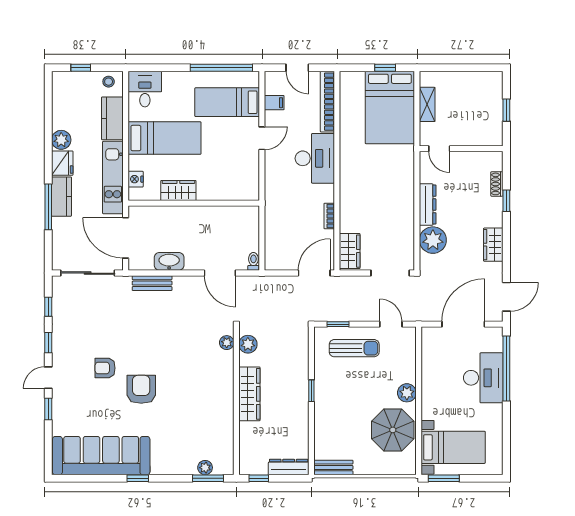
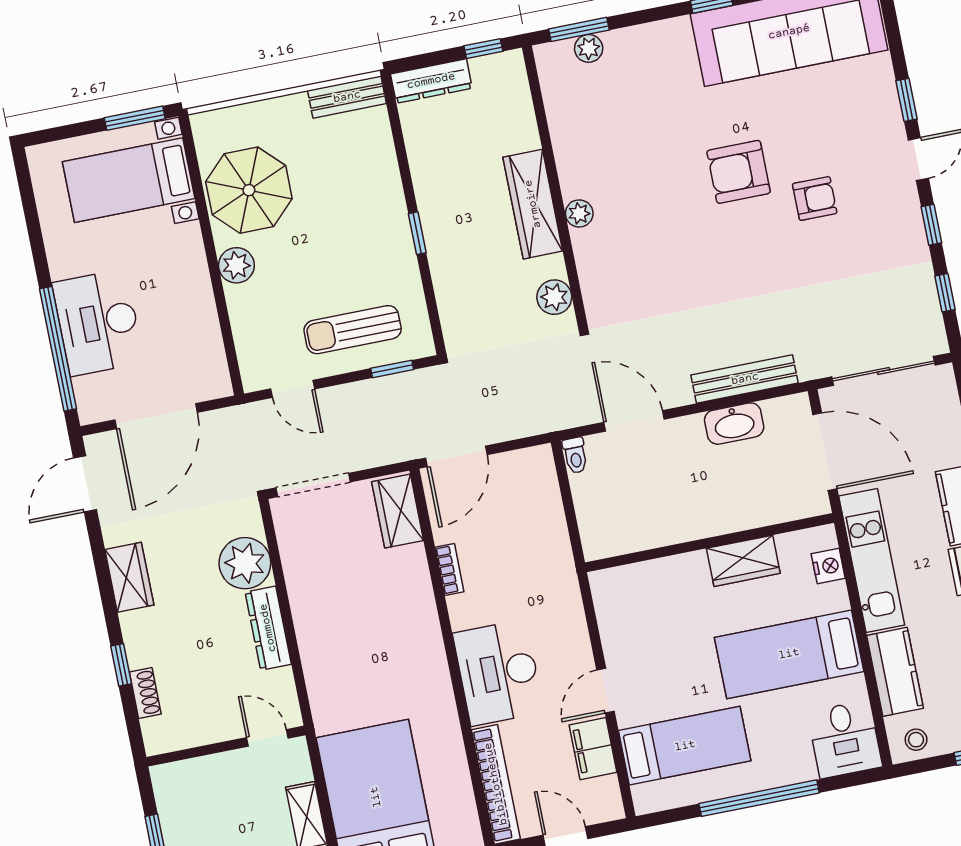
window: (221, 68) -> (759, 798), moved
filing cabinet: (274, 103) -> (593, 749), width x2.00
bench: (152, 283) -> (745, 379), width x1.36
plant: (227, 343) -> (579, 213), moved
armchair: (141, 389) -> (739, 172), turned 90

